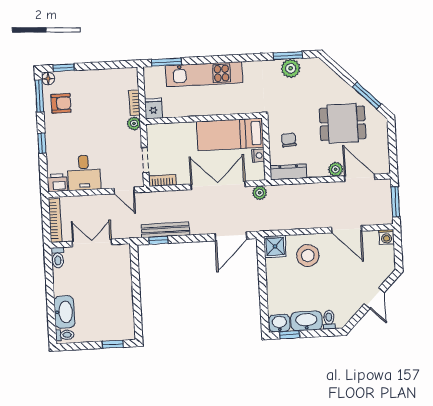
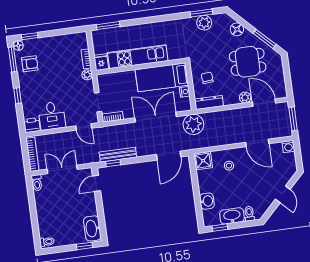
kitchen unit: (204, 74) -> (138, 57), moved, turned 180
floor lamp: (332, 80) -> (237, 29), added
plant: (260, 193) -> (193, 124), width x1.88, depth x1.88
stool: (308, 256) -> (229, 166), width x0.53, depth x0.53
door: (135, 265) -> (96, 183), added
washbasin: (64, 312) -> (92, 228), moved, turned 180
washbasin: (279, 323) -> (207, 201), moved, turned 90

